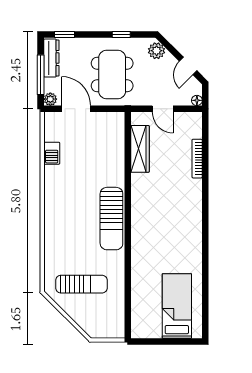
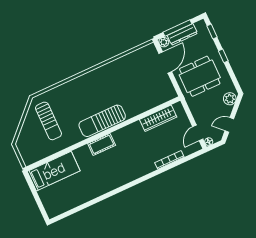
window: (121, 34) -> (223, 56), moved
dresser: (51, 58) -> (182, 34), moved
door: (163, 109) -> (198, 133), moved
barbecue: (52, 153) -> (128, 60), removed
cot: (140, 233) -> (102, 144), added
bed: (177, 306) -> (54, 171), moved

